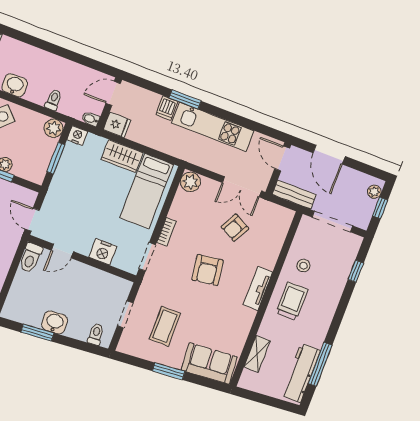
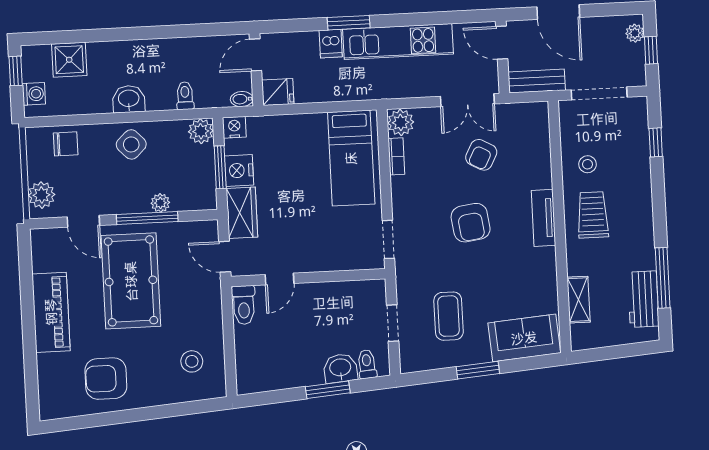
wardrobe: (122, 156) -> (242, 213), moved, turned -90
bookcase: (166, 232) -> (396, 156), moved
nightstand: (103, 252) -> (239, 170), moved, turned 90
washbasin: (55, 322) -> (340, 368), moved
window: (37, 333) -> (328, 390), moved
workbench: (301, 373) -> (643, 299), width x0.73

